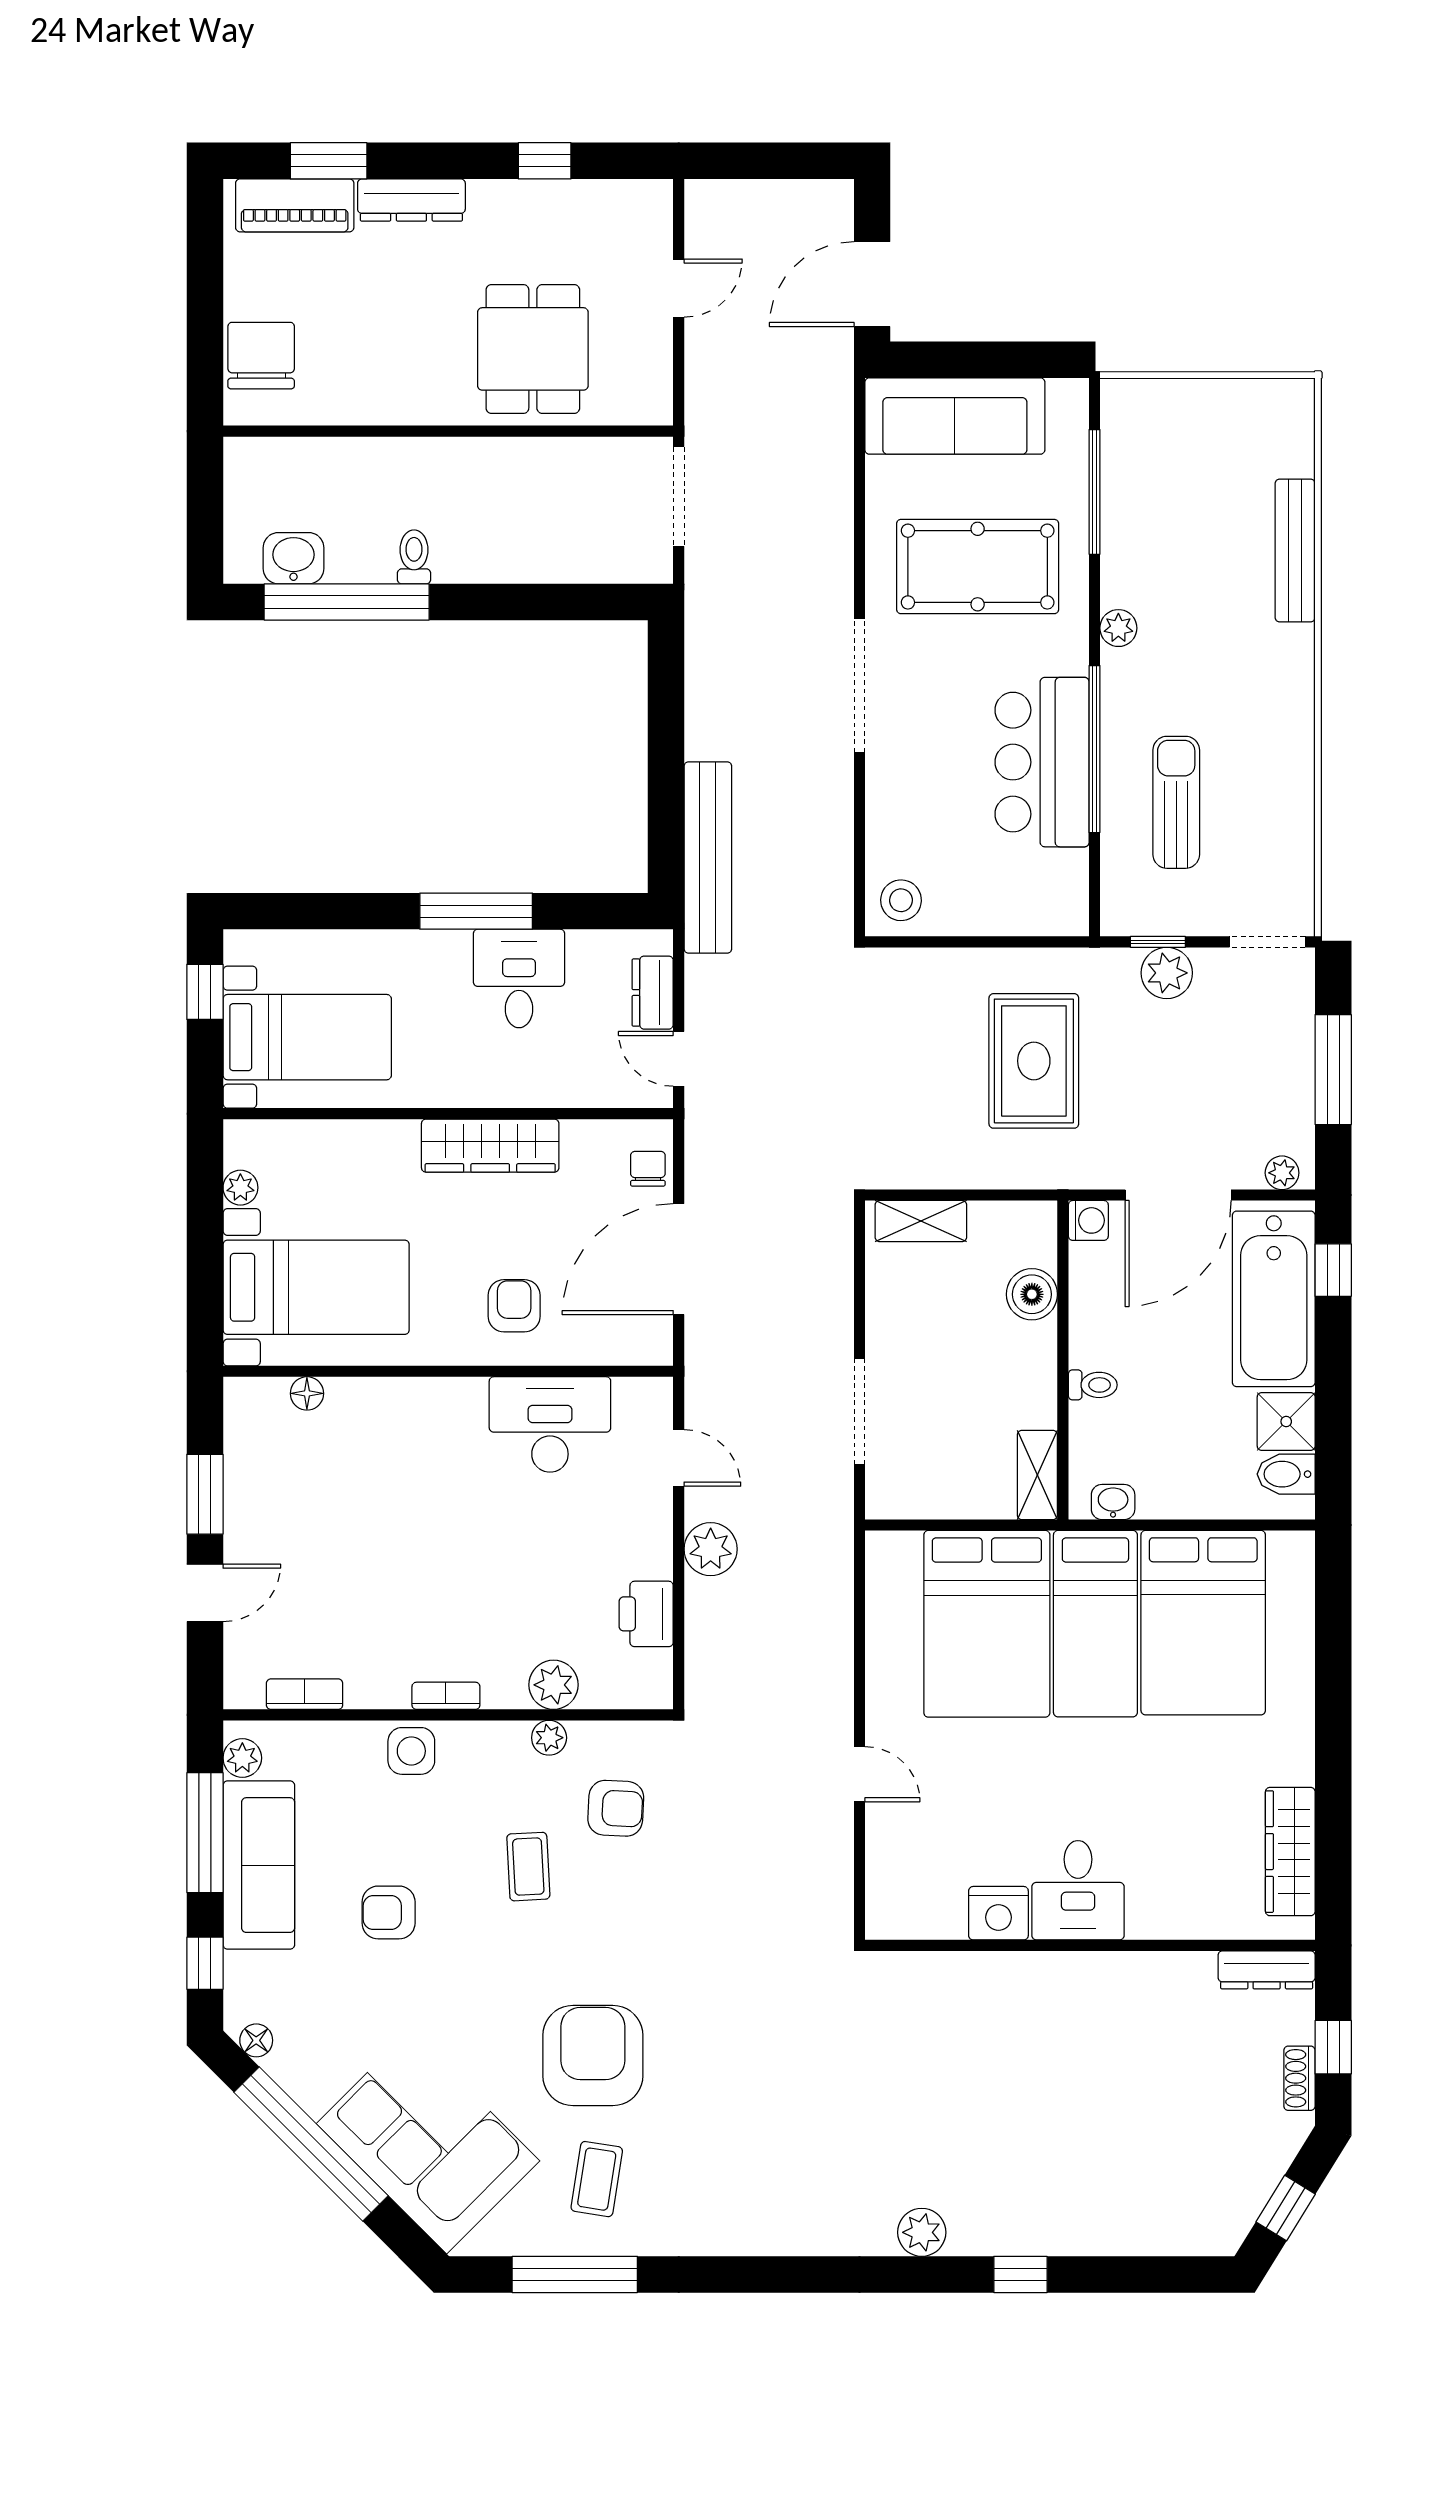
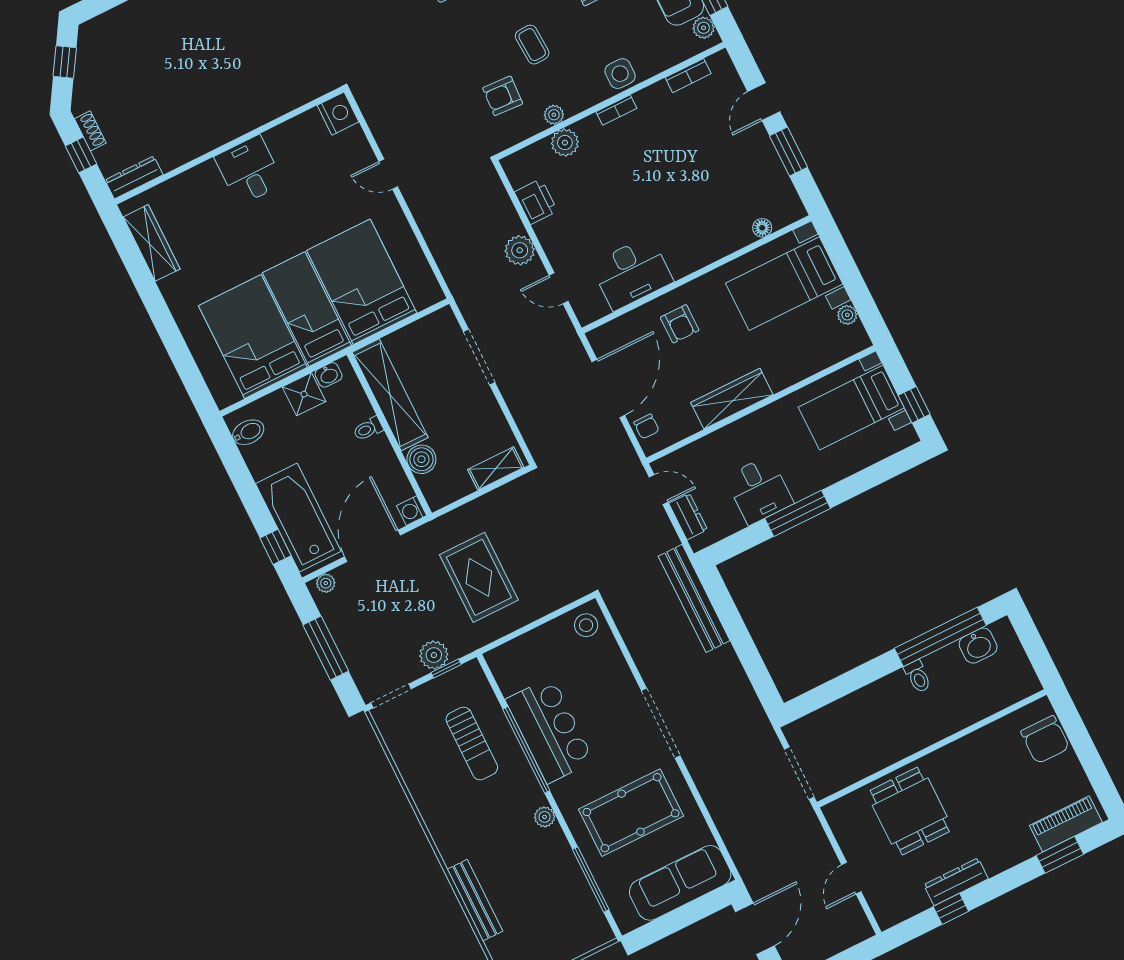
dresser: (411, 200) -> (956, 882), moved
shower: (1286, 1422) -> (304, 394), moved
shelving: (1037, 1475) -> (390, 395), width x2.20, depth x1.33
nightstand: (998, 1913) -> (338, 114), moved, turned 90

